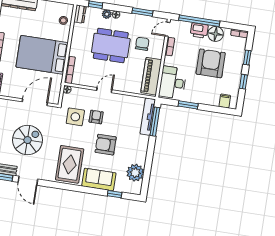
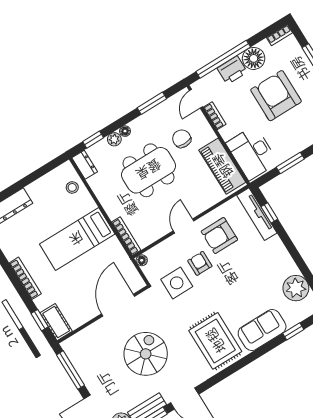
bed: (42, 55) -> (77, 239), width x0.67
window: (155, 122) -> (269, 213), width x0.46
armchair: (106, 145) -> (219, 236), moved

